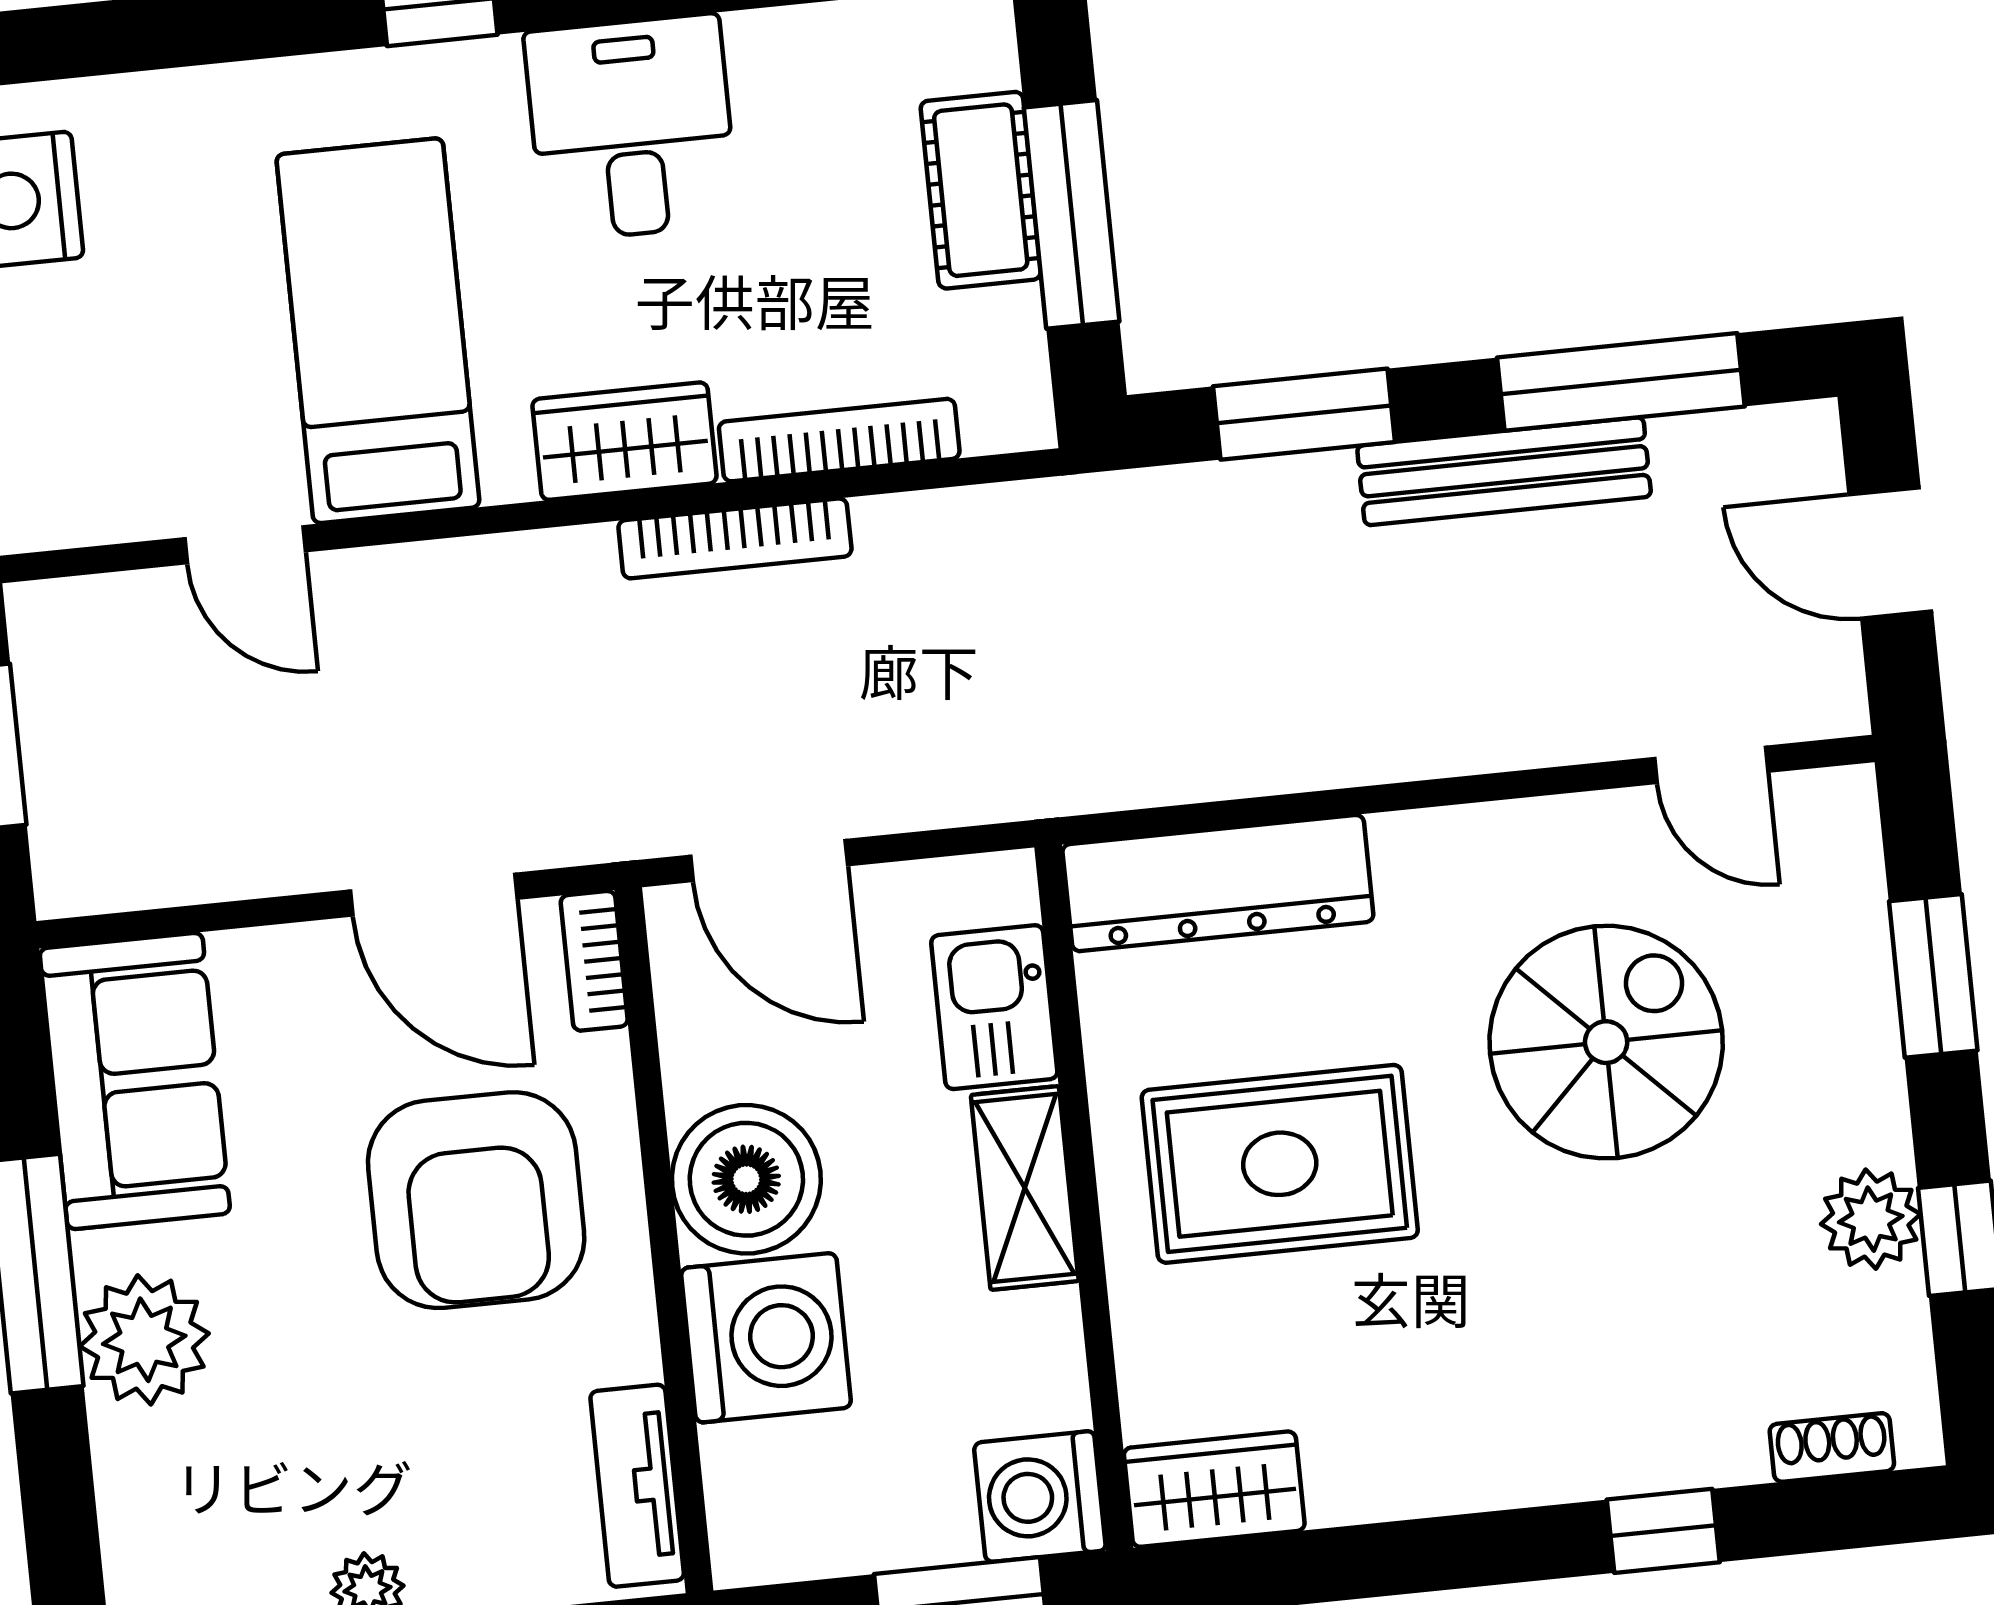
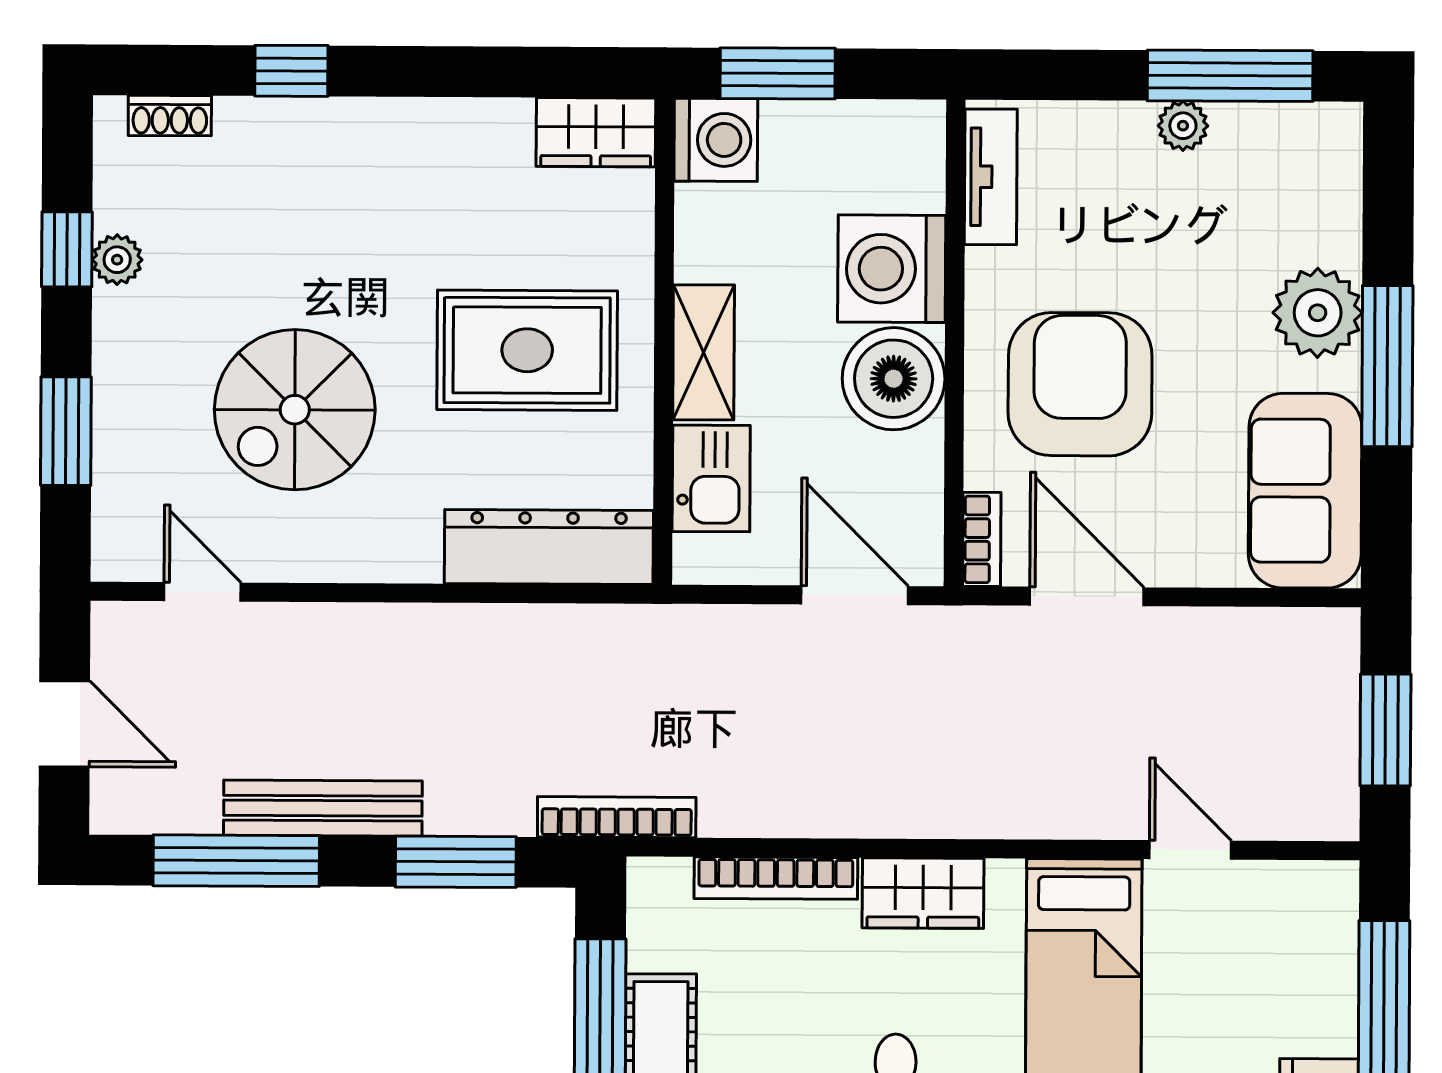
bookcase: (735, 538) -> (617, 817), moved
plant: (1871, 1219) -> (117, 260), width x0.73, depth x0.73

